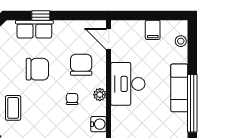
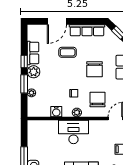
chair: (81, 65) -> (98, 100), turned -90
desk: (128, 84) -> (73, 132), moved

